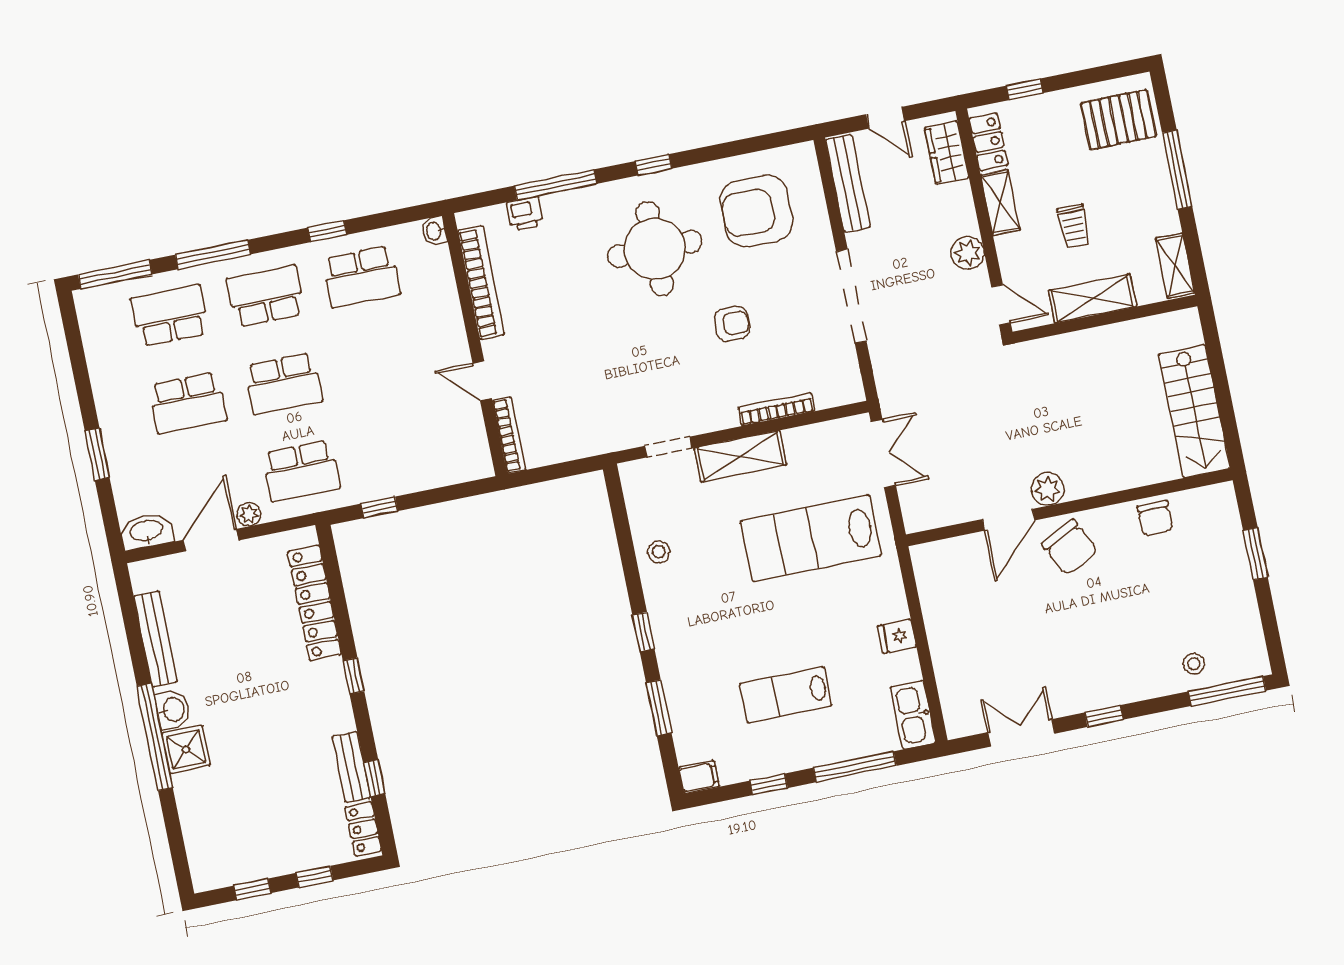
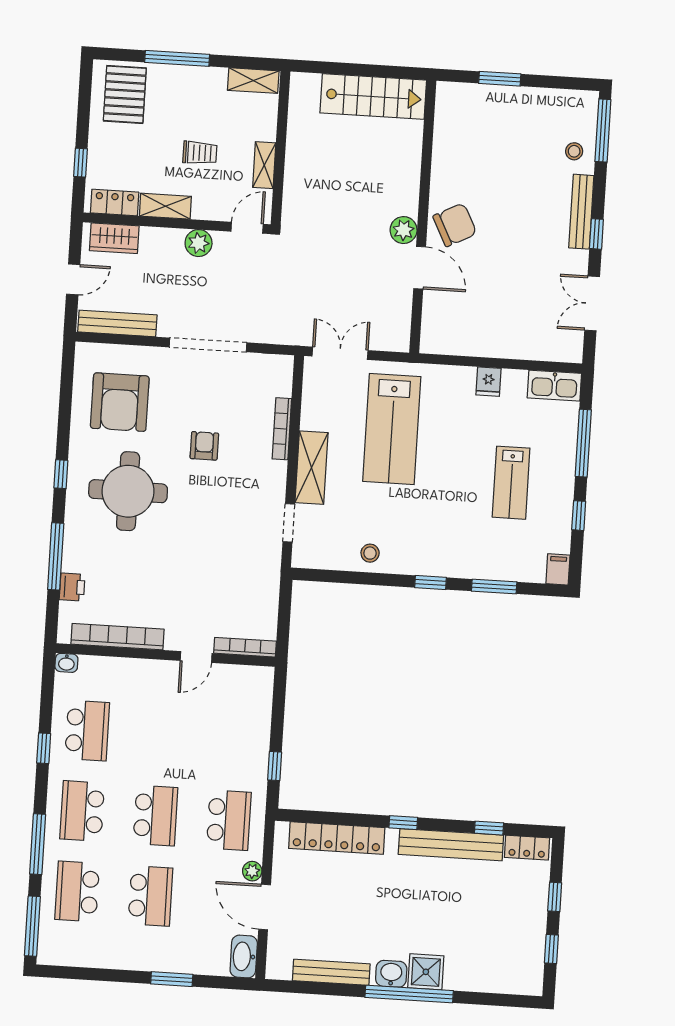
shelving: (1092, 299) -> (264, 165), width x0.67, depth x0.75
chair: (1155, 518) -> (450, 151), removed
bench: (1125, 691) -> (581, 212), added
bench: (351, 767) -> (451, 845), width x1.86, depth x1.21

